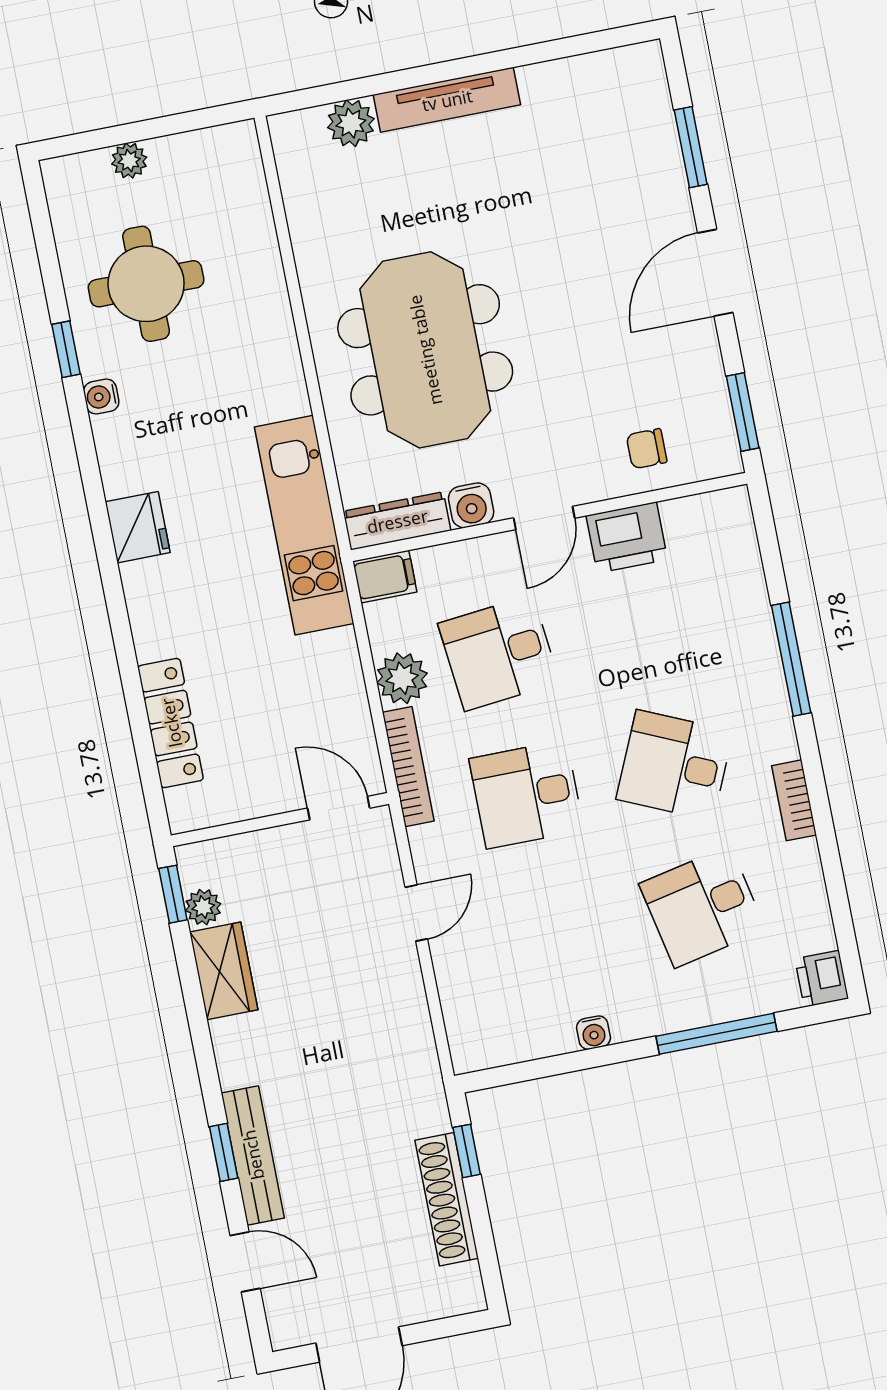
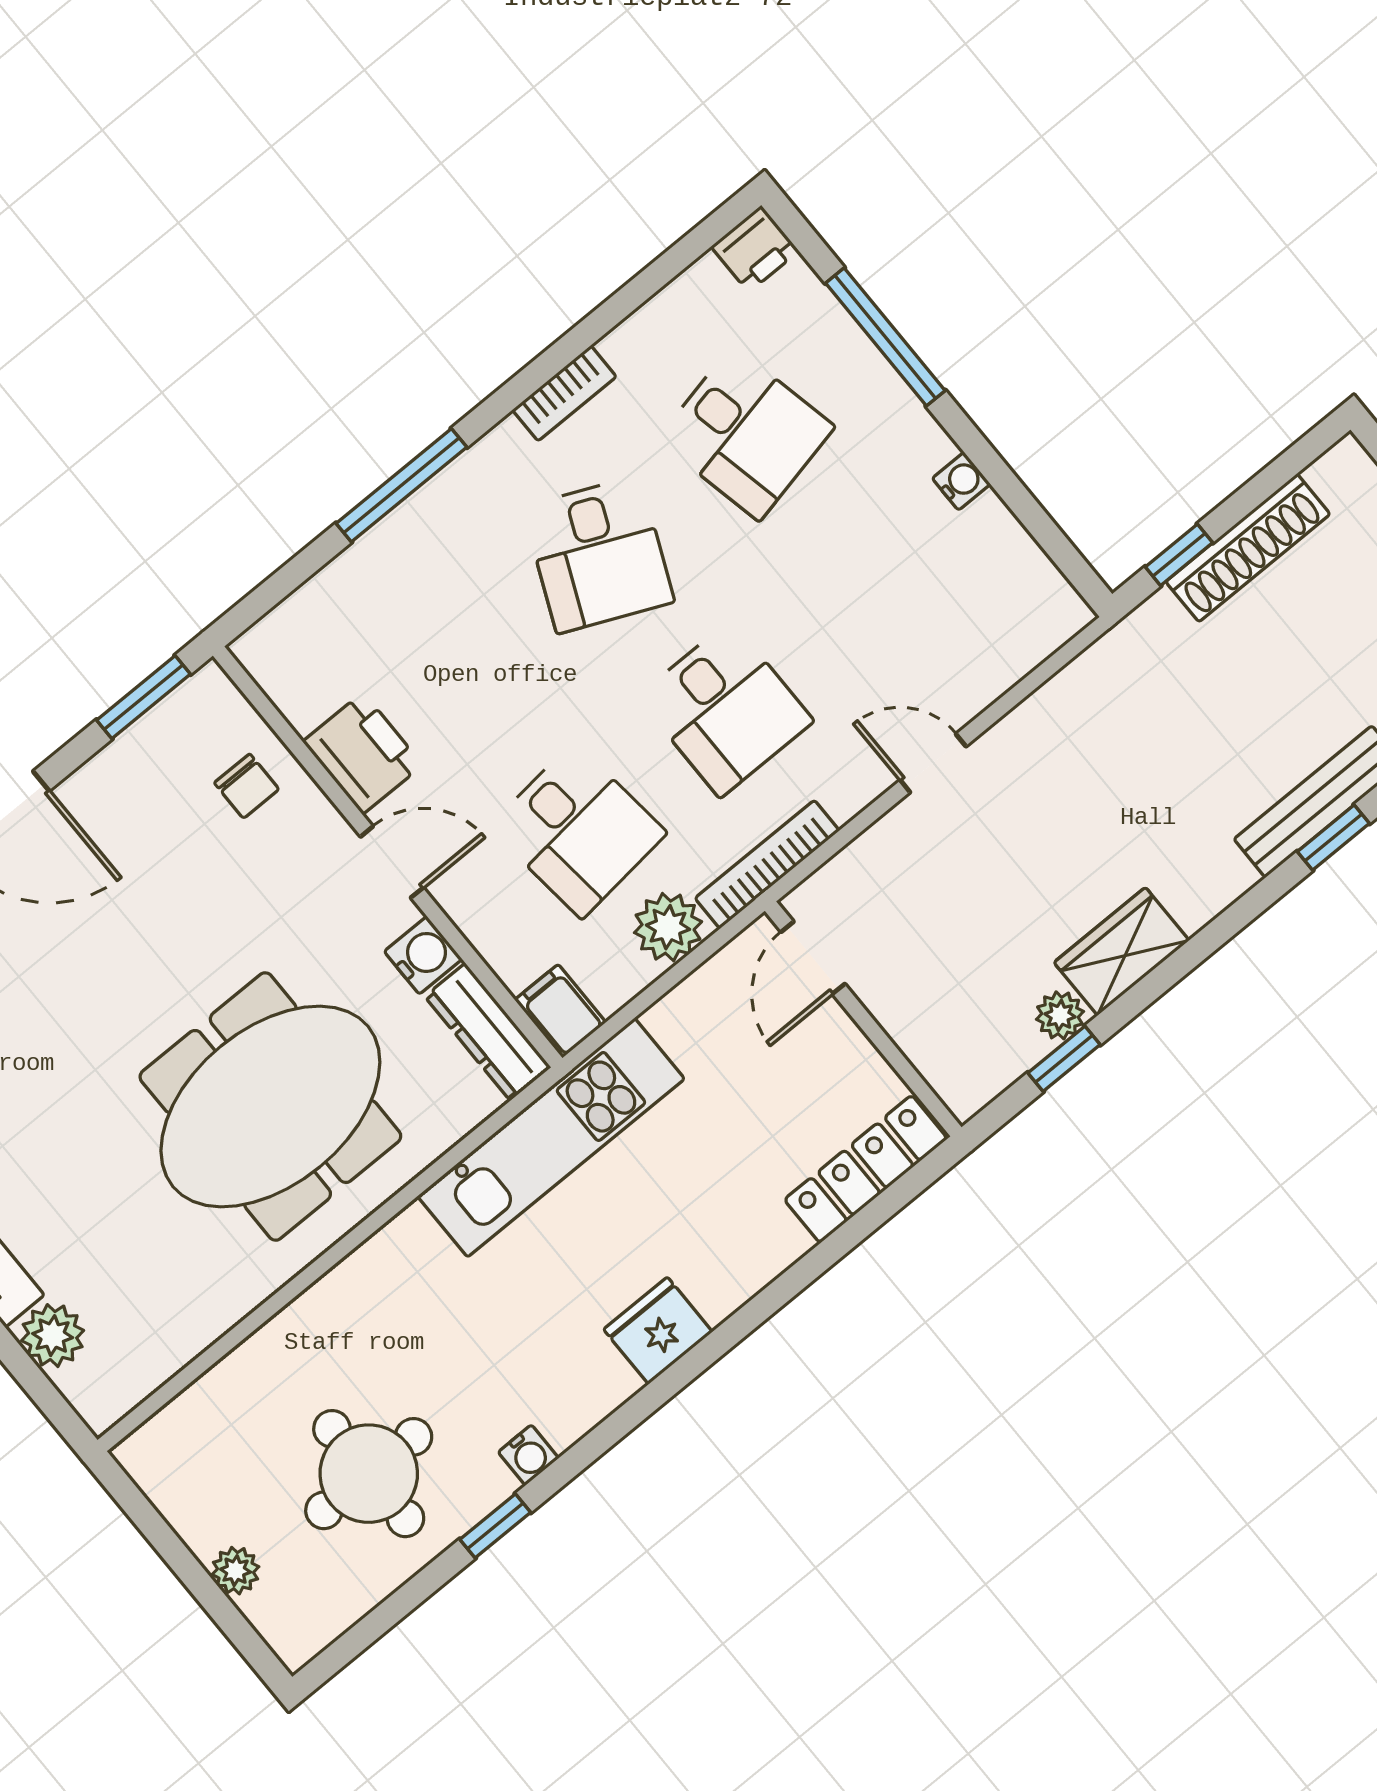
door: (339, 808) -> (813, 958), moved
wall: (280, 820) -> (863, 1019), moved

